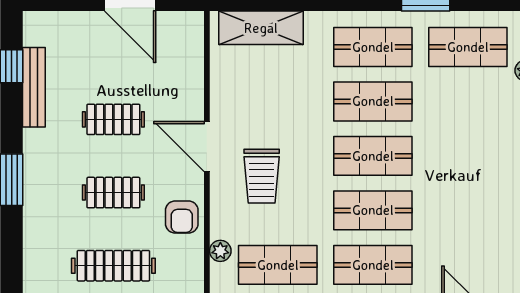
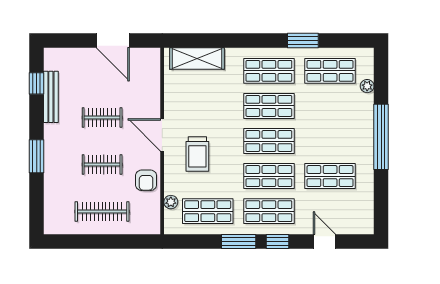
shop shelf: (468, 210) -> (330, 176), added

